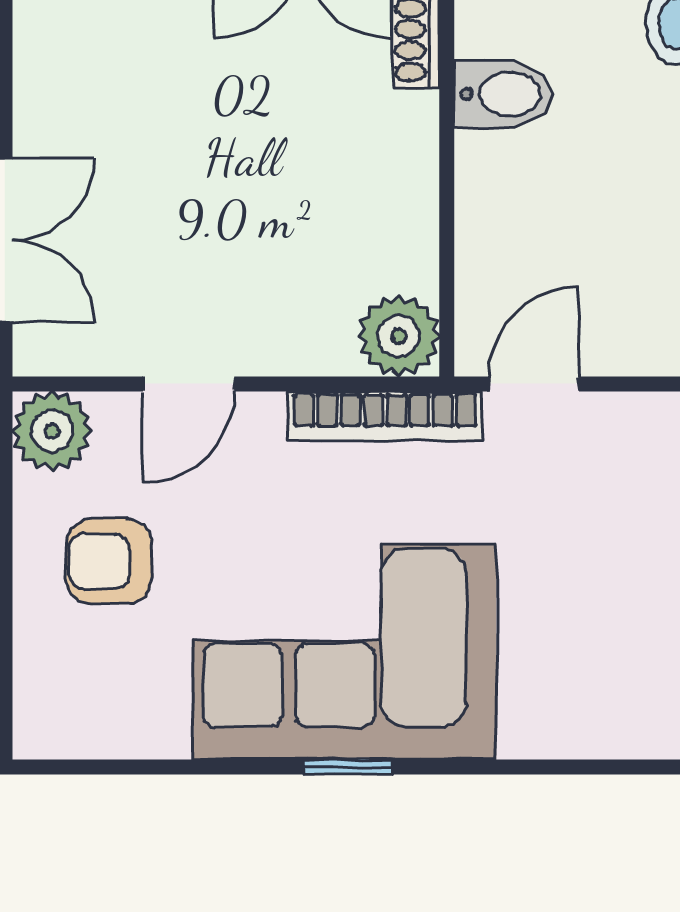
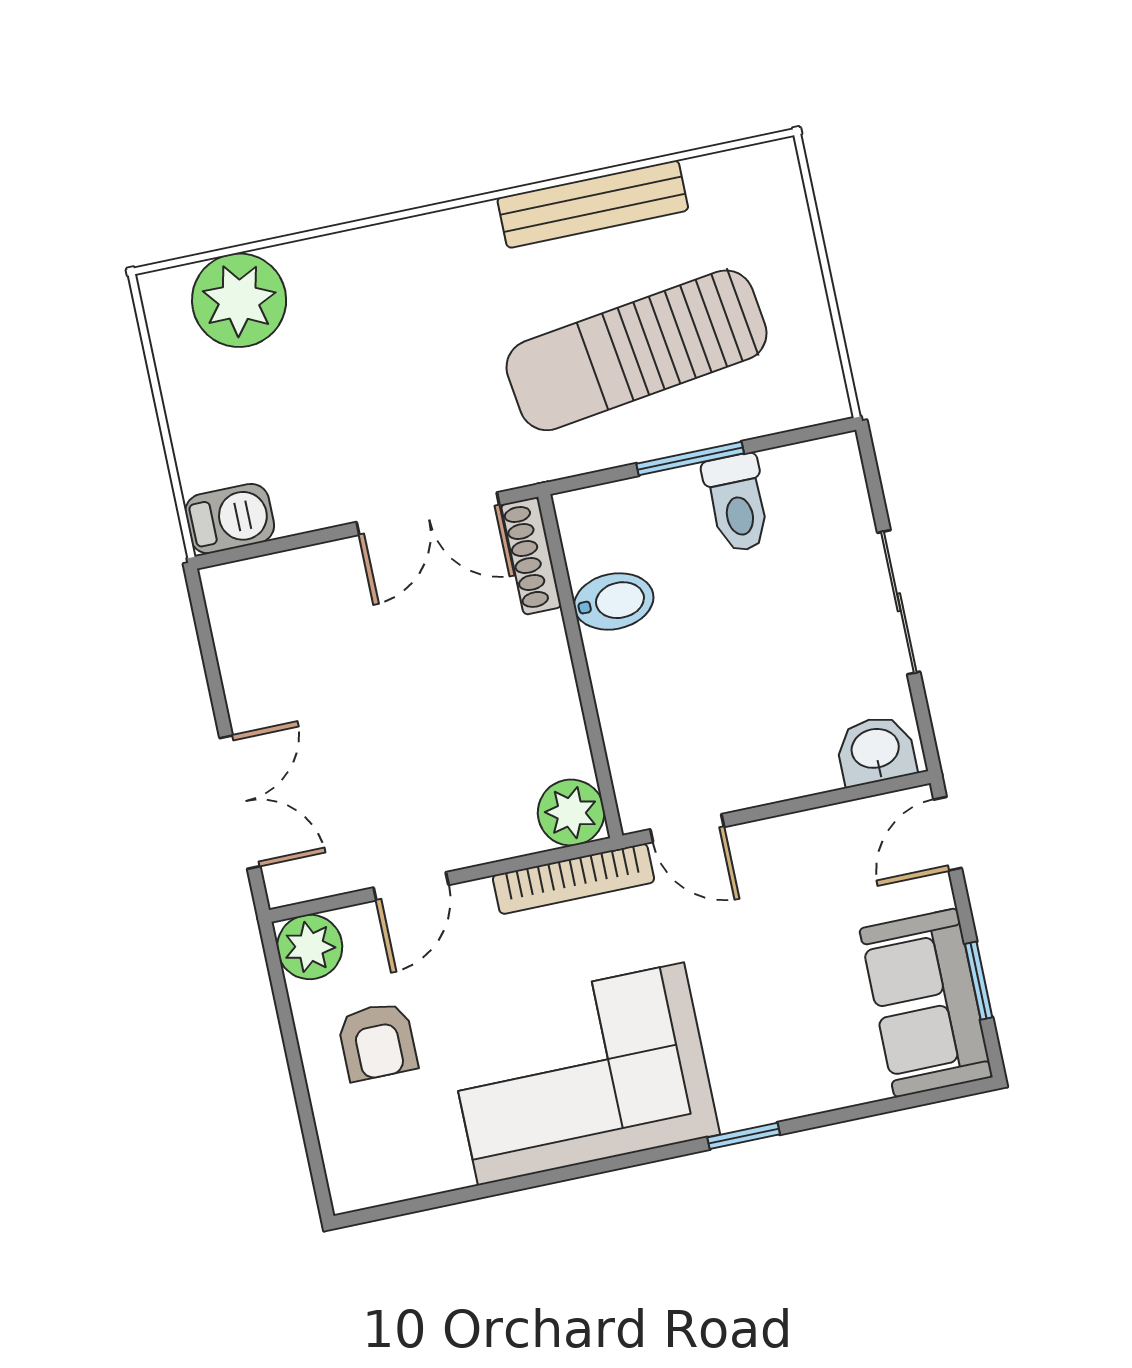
door: (534, 384) -> (687, 828), swing flipped
armchair: (109, 561) -> (377, 1041), turned -90
window: (348, 767) -> (744, 1136), moved

